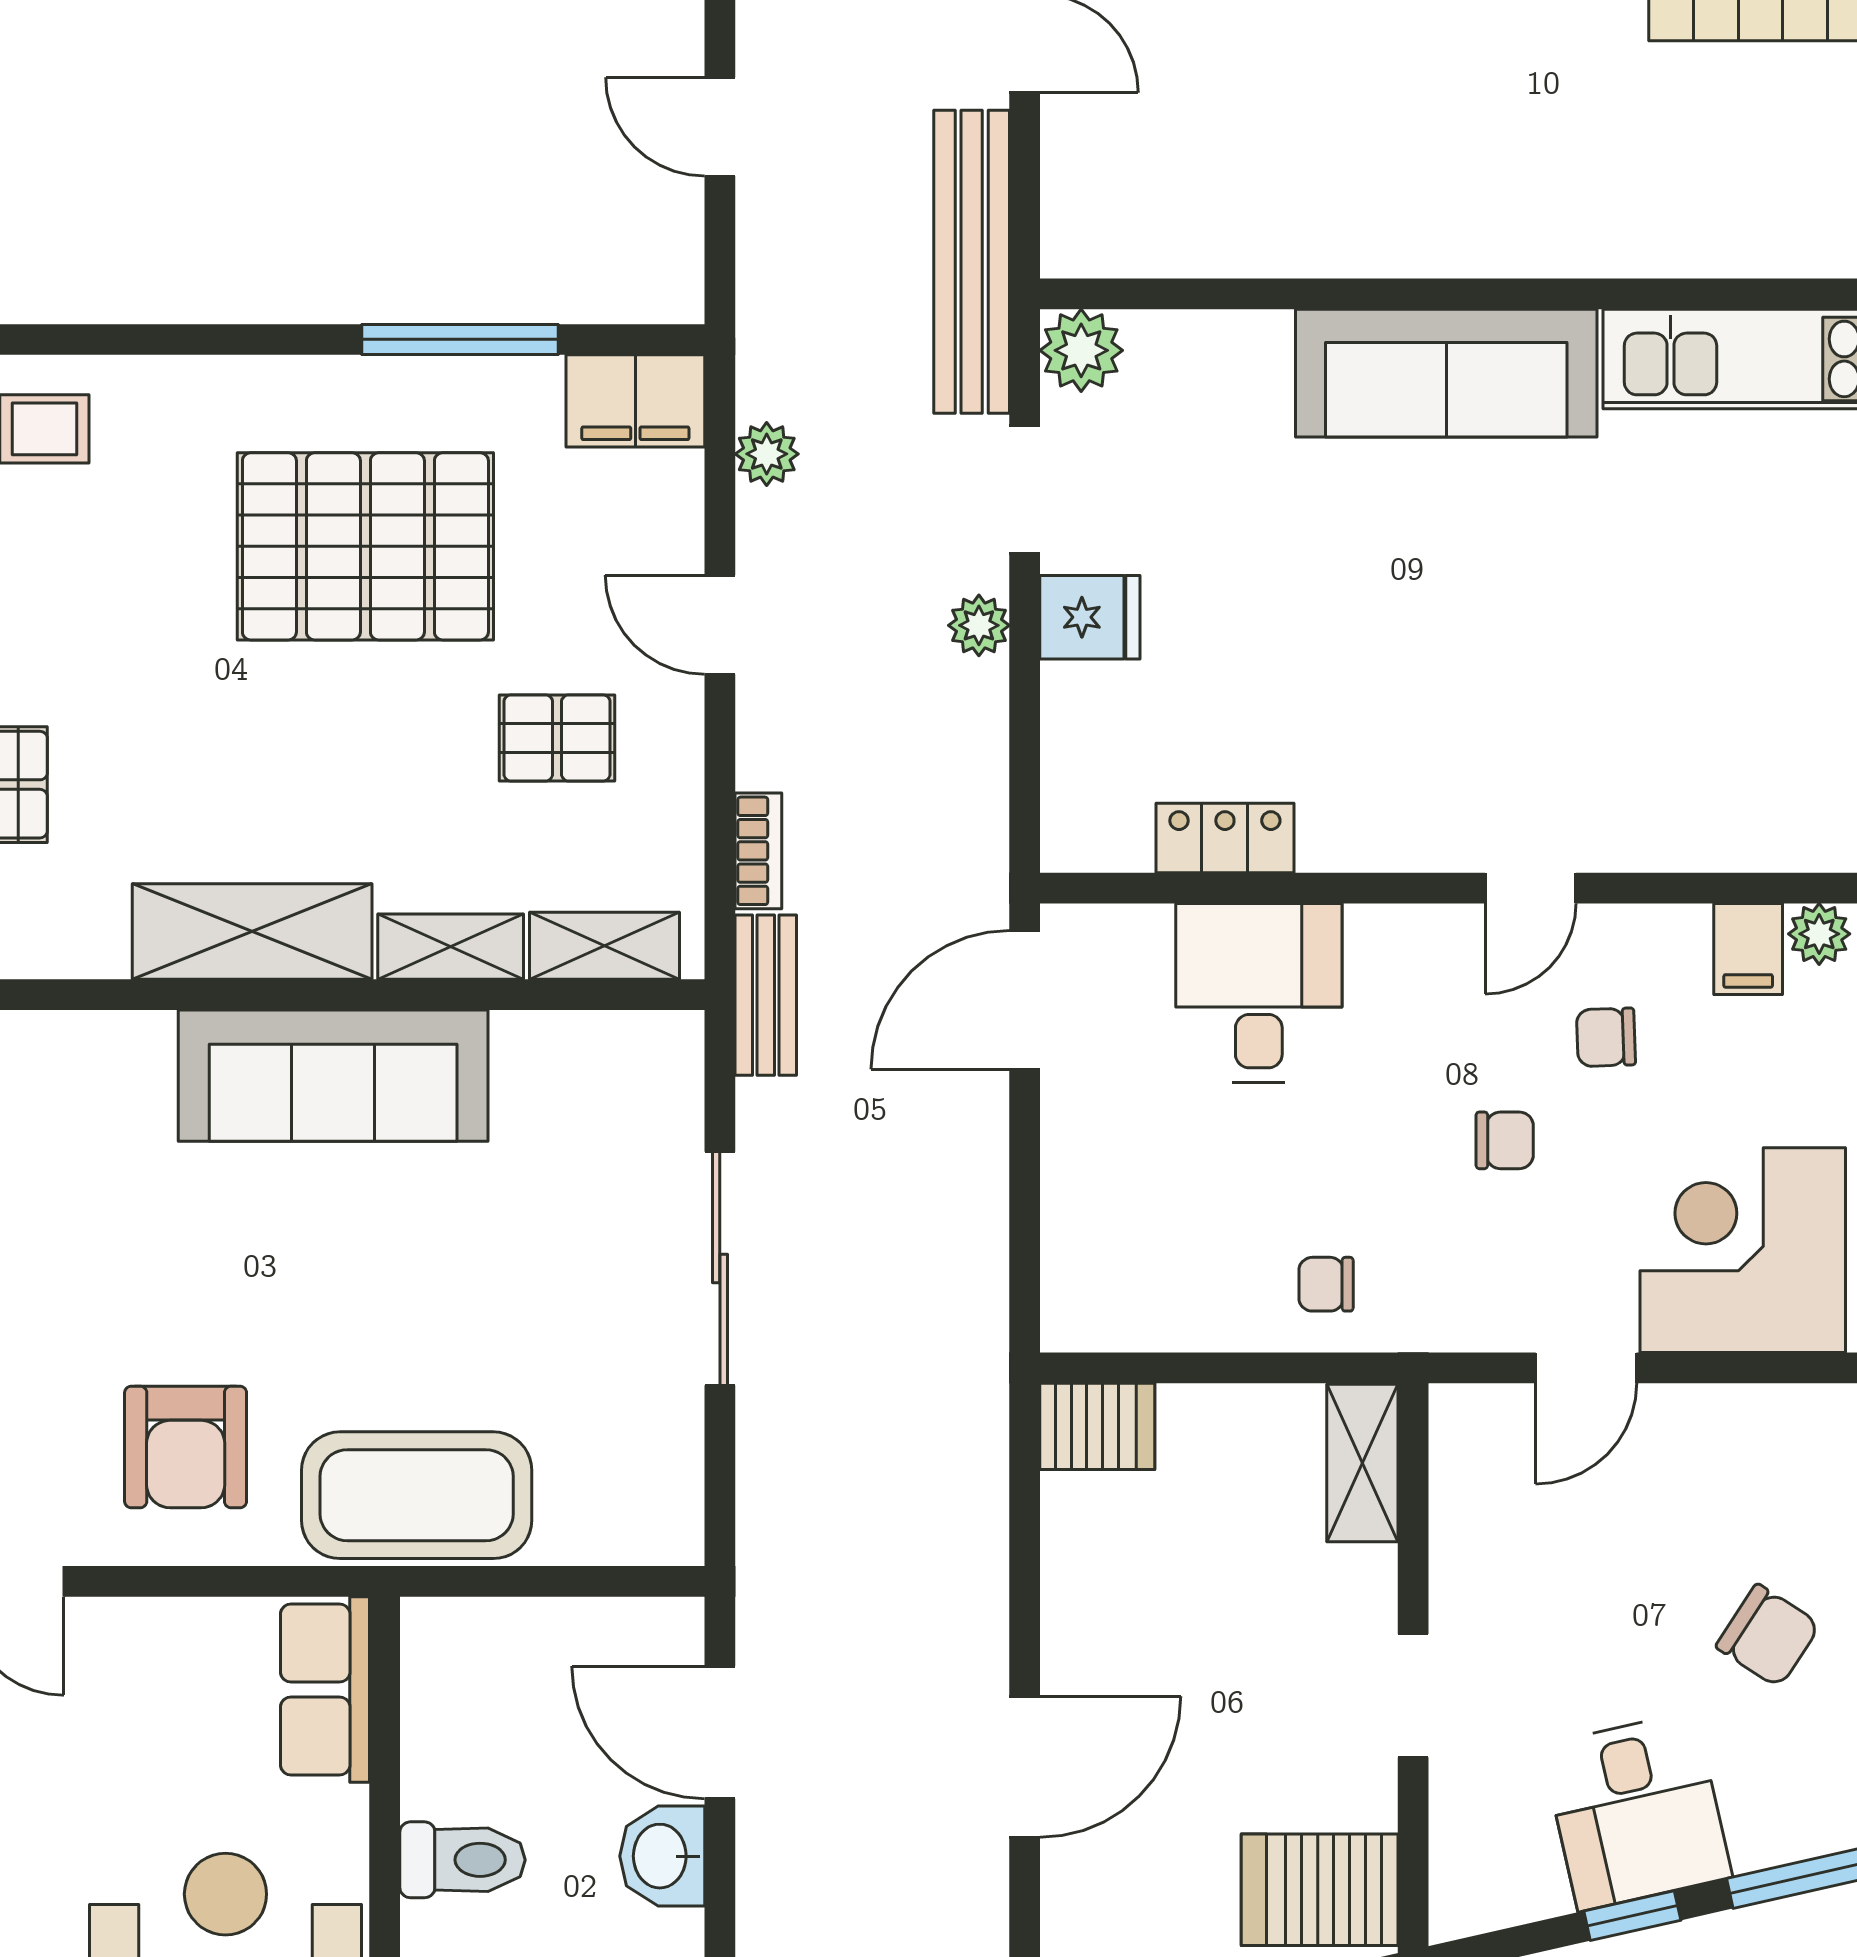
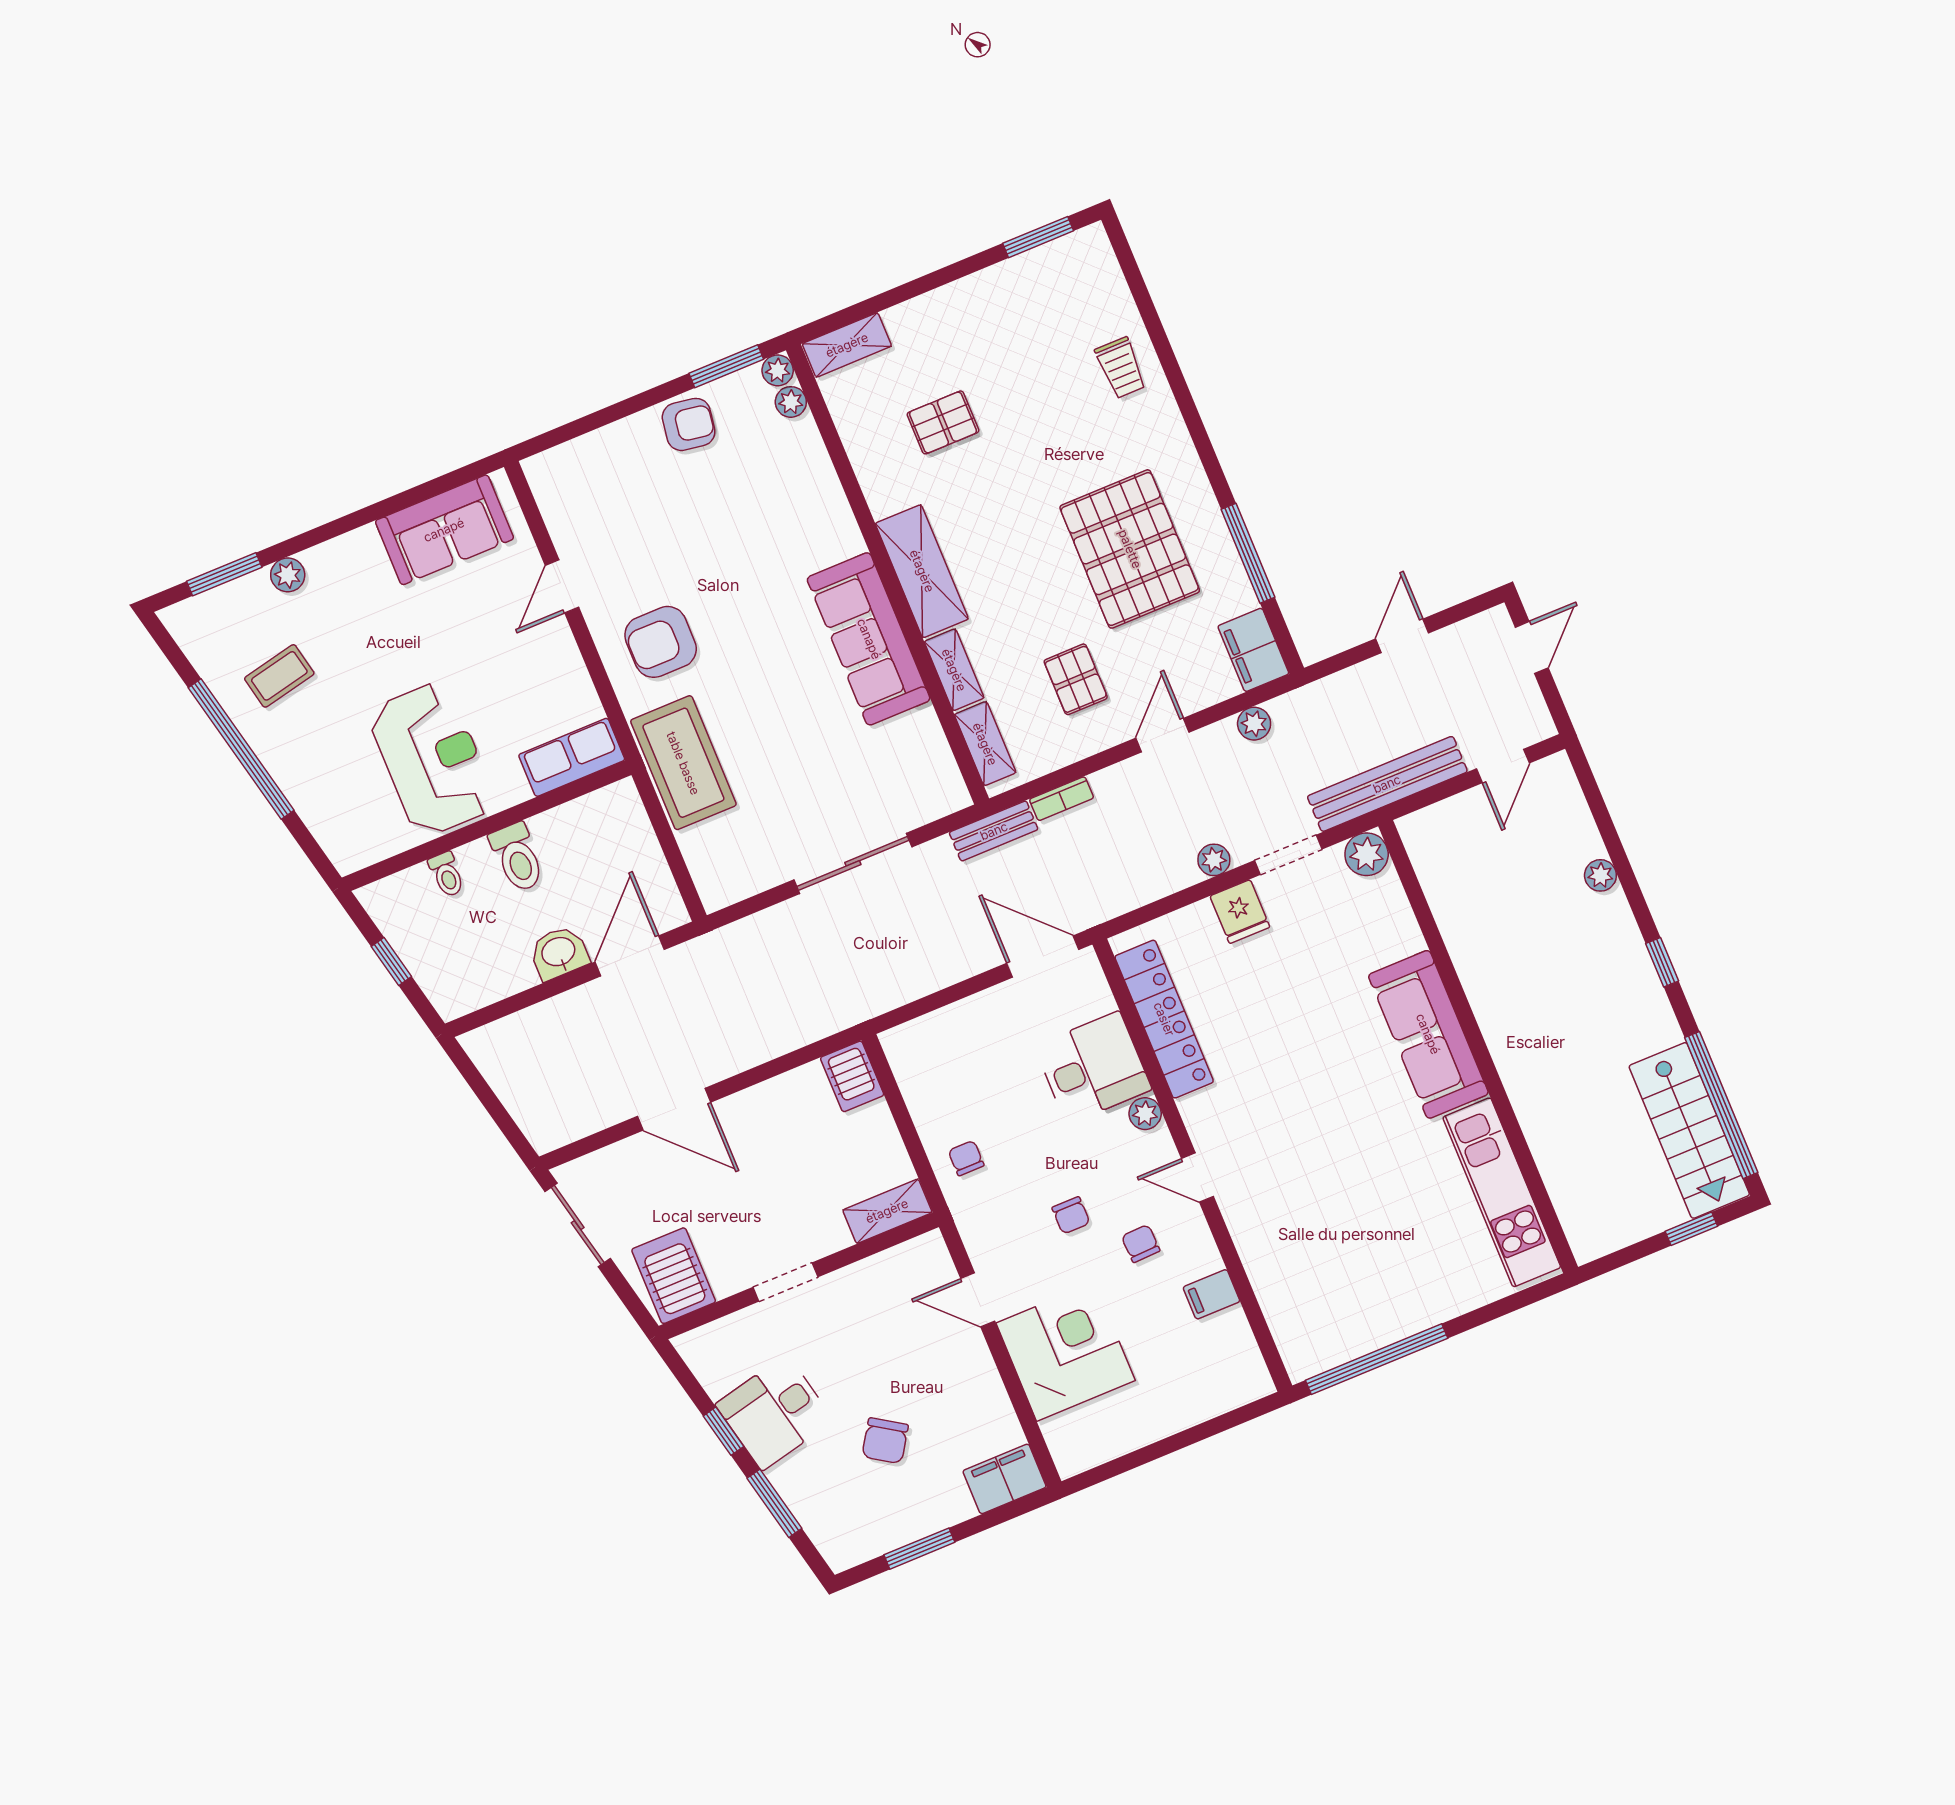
locker: (1225, 838) -> (1164, 1019), width x2.16, depth x1.21
plant: (1819, 934) -> (1145, 1114), moved

